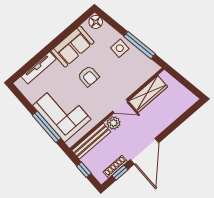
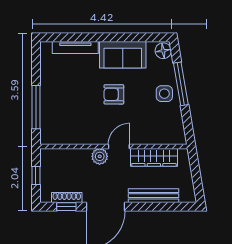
window: (140, 45) -> (181, 84), moved
armchair: (88, 76) -> (114, 94), turned 90
door: (120, 106) -> (119, 146), swing flipped
corner sofa: (62, 112) -> (61, 106), removed
bench: (91, 141) -> (153, 196), moved

